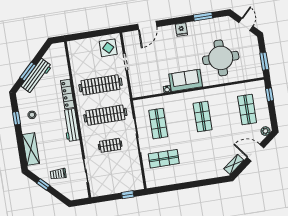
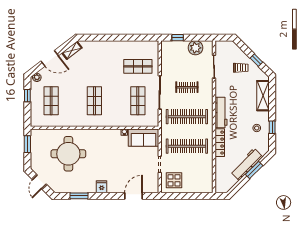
sofa: (186, 80) -> (143, 138), moved
window: (270, 95) -> (27, 96), moved
plant: (108, 187) -> (195, 48), added

